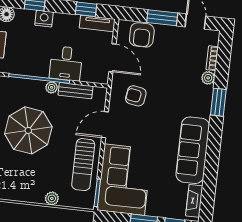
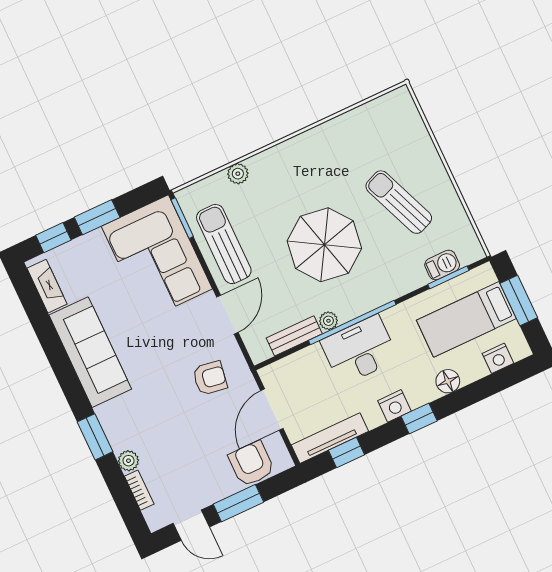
tv unit: (97, 23) -> (330, 438), width x1.41
door: (112, 58) -> (272, 410), hinge flipped
desk: (66, 63) -> (359, 350), moved, width x1.37

